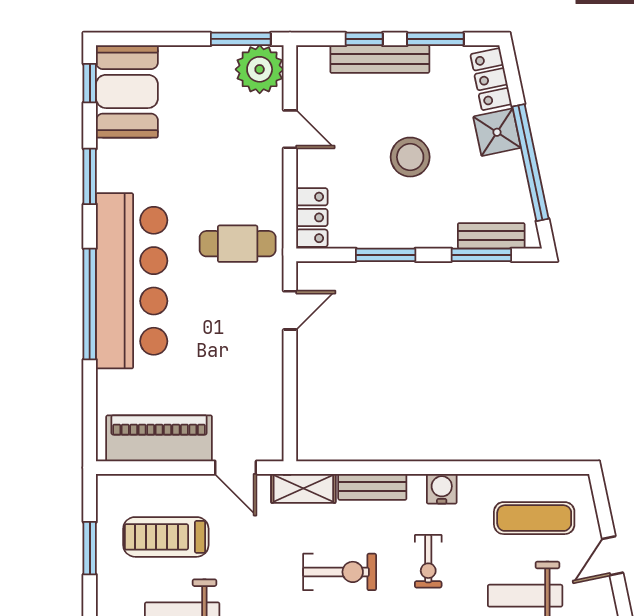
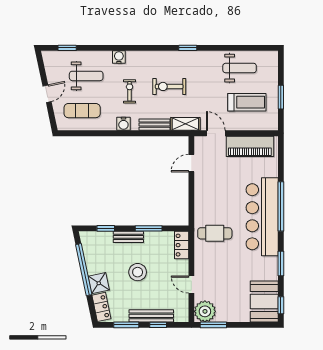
bench: (491, 236) -> (128, 237), moved
window: (481, 255) -> (106, 228), width x0.67
door: (290, 310) -> (191, 163), moved

